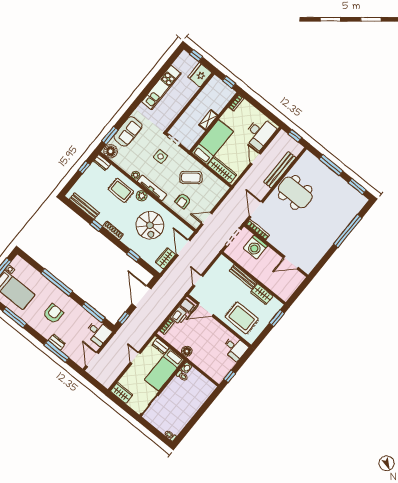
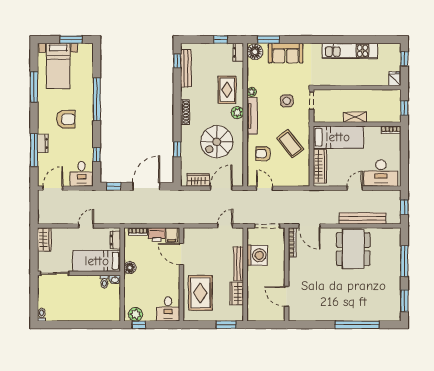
fridge: (200, 75) -> (395, 79), width x0.53, depth x0.75
door: (256, 209) -> (309, 226), swing flipped
window: (96, 225) -> (177, 61), moved
washing machine: (255, 247) -> (257, 255), moved, turned 180
door: (198, 281) -> (225, 226), moved
window: (93, 312) -> (97, 154), width x0.46
plant: (221, 373) -> (136, 314), added

